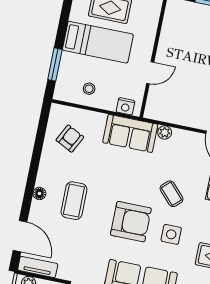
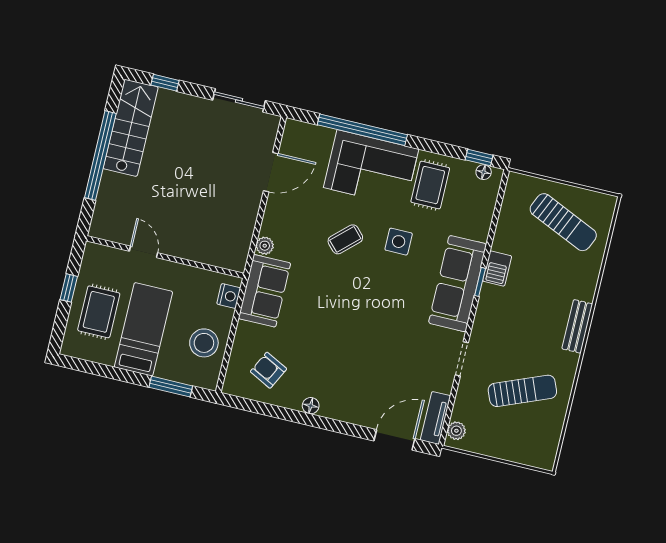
door: (150, 73) -> (143, 252), moved
stool: (89, 89) -> (204, 343), width x1.89, depth x1.89
floor lamp: (39, 193) -> (311, 406), moved
coffee table: (74, 201) -> (350, 368), removed
armchair: (131, 222) -> (380, 294), removed

